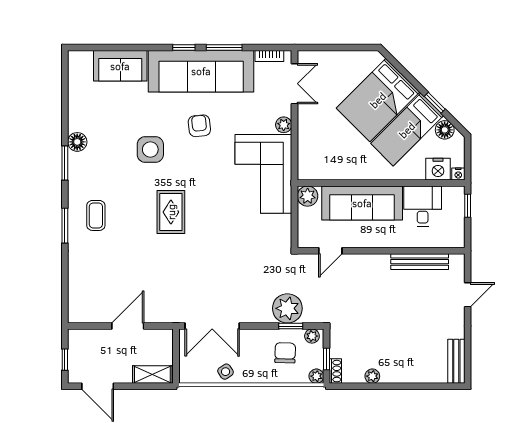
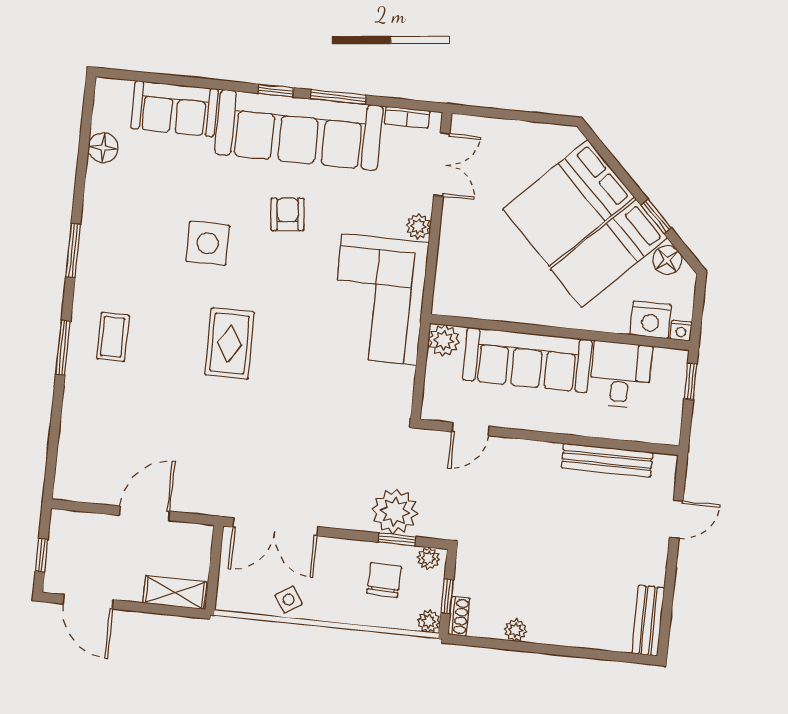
floor lamp: (77, 142) -> (103, 148), moved

